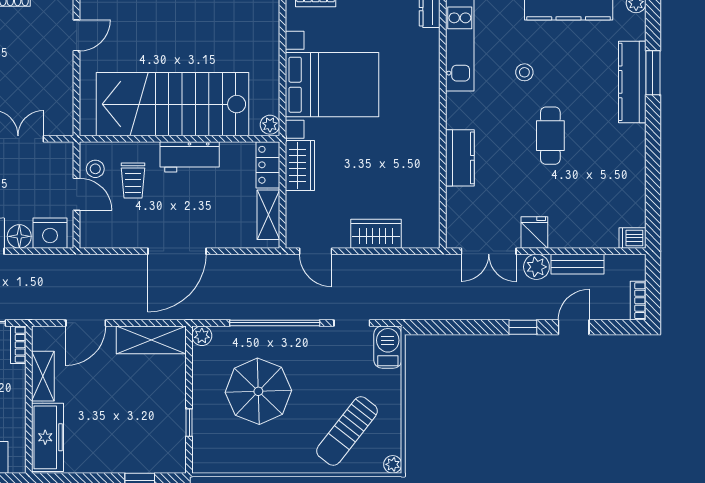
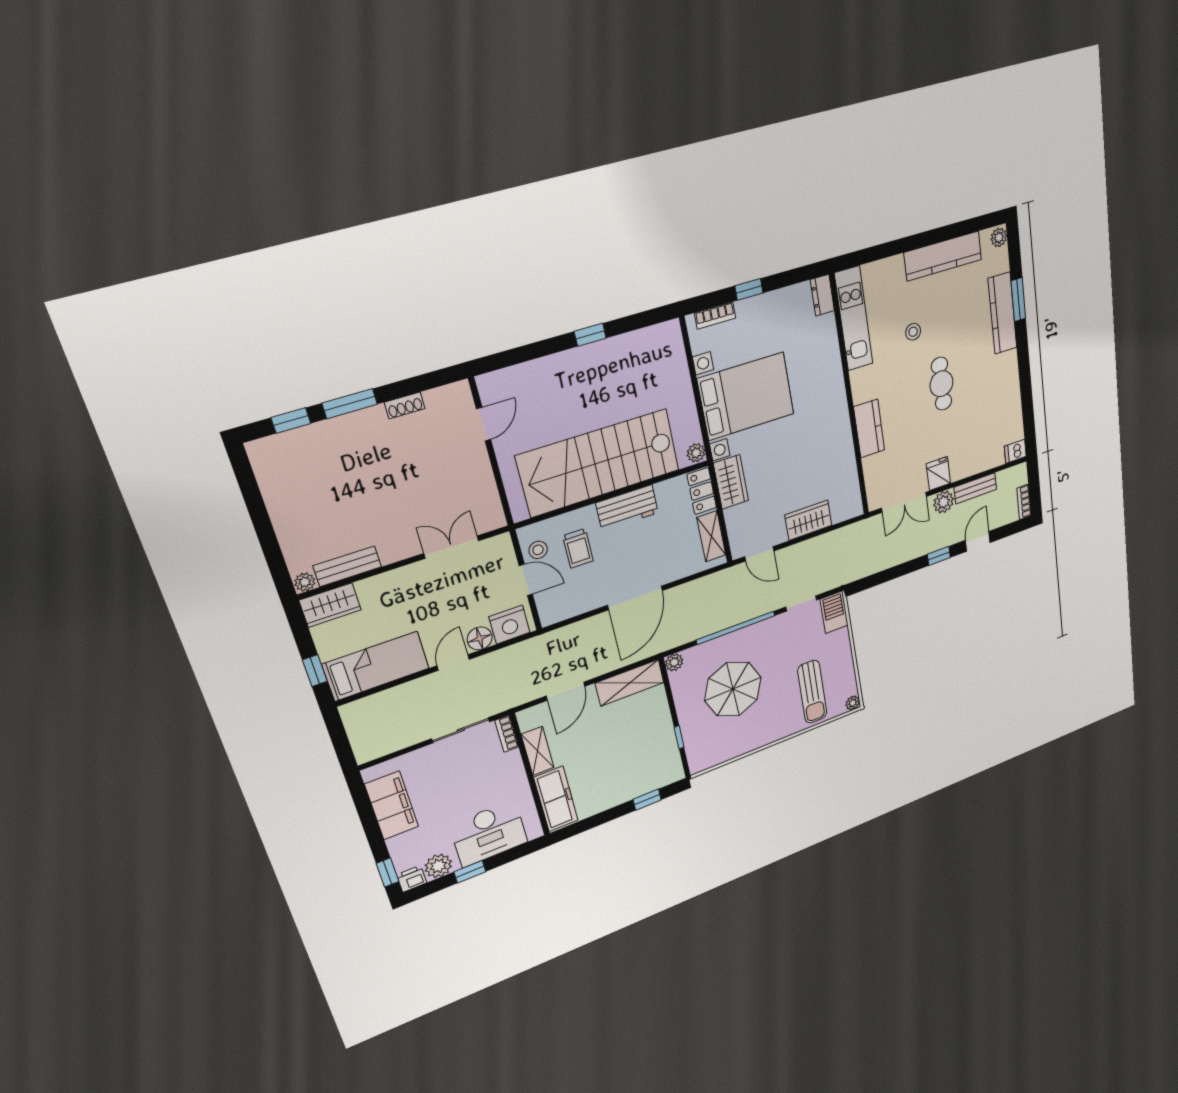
sun lounger: (347, 431) -> (812, 692), turned -37

